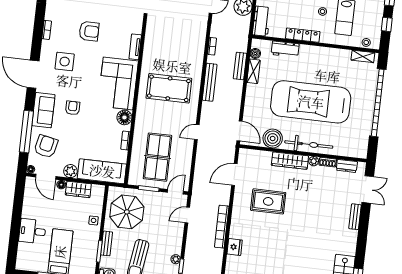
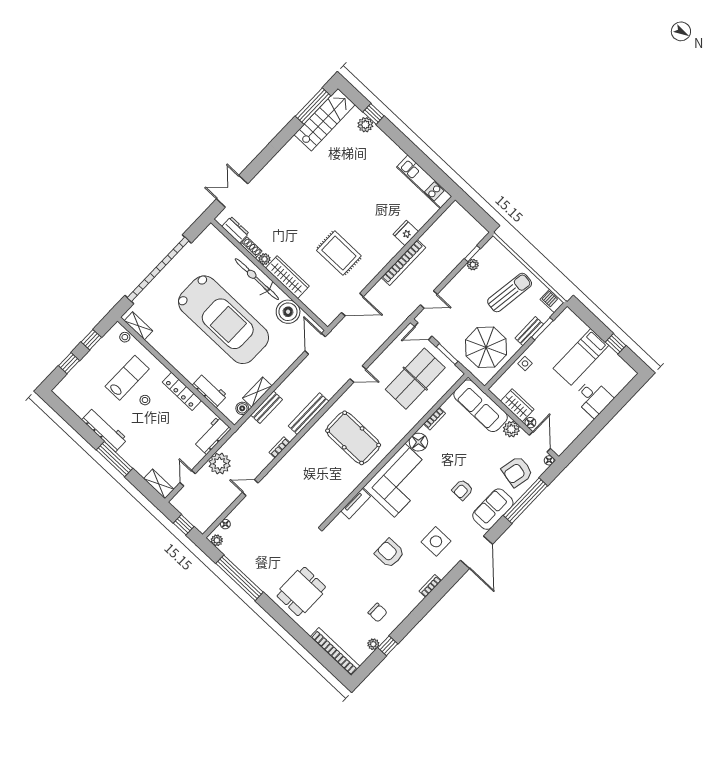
bench: (355, 217) -> (265, 174), removed

